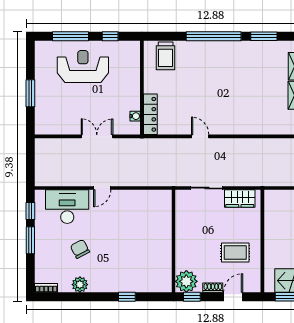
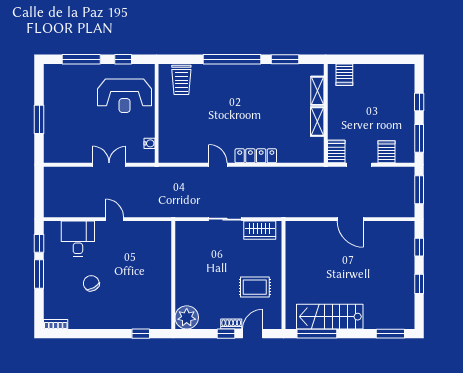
reception desk: (83, 66) -> (125, 96), moved, turned 180
locker: (150, 114) -> (256, 156), moved, turned -90
door: (102, 188) -> (115, 219), swing flipped
desk: (67, 207) -> (78, 239), width x0.73
wall: (174, 241) -> (173, 275), moved
plant: (186, 281) -> (187, 317), moved
plant: (80, 285) -> (91, 321), removed
window: (192, 297) -> (226, 334), moved

